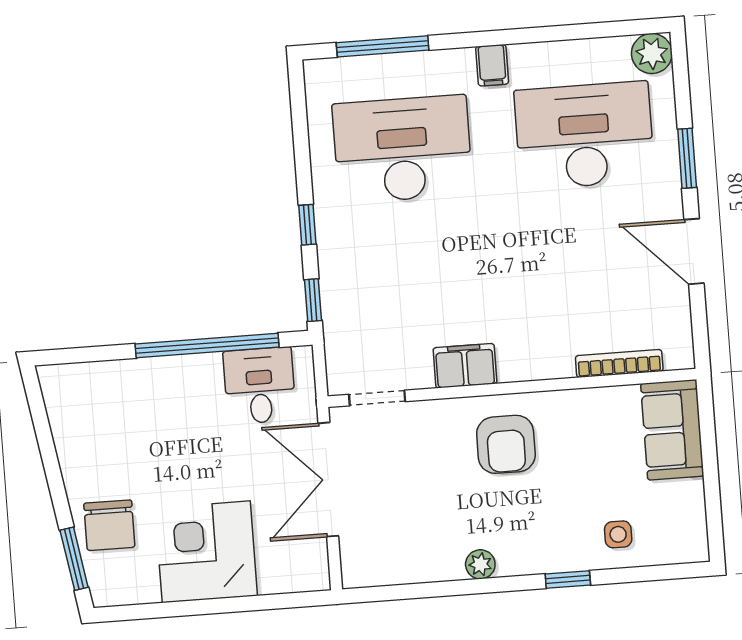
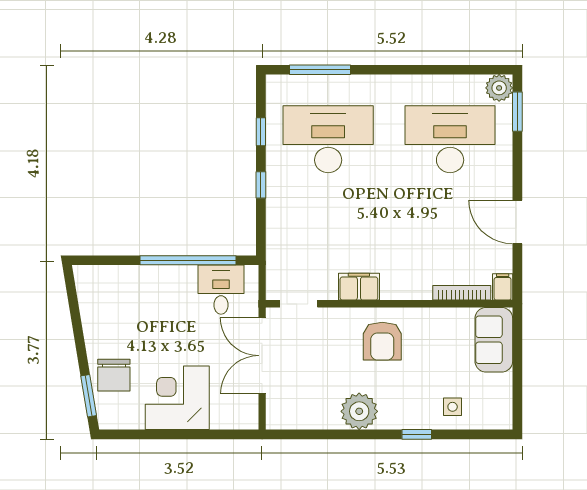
filing cabinet: (492, 65) -> (503, 287), moved, turned 180
window: (687, 158) -> (517, 112), moved
window: (313, 300) -> (261, 132), moved
plant: (480, 564) -> (359, 411), width x1.88, depth x1.88

